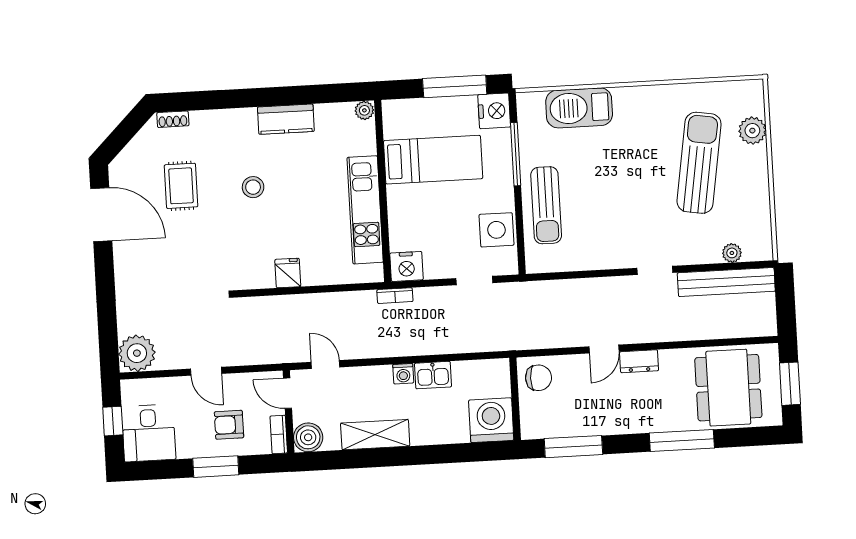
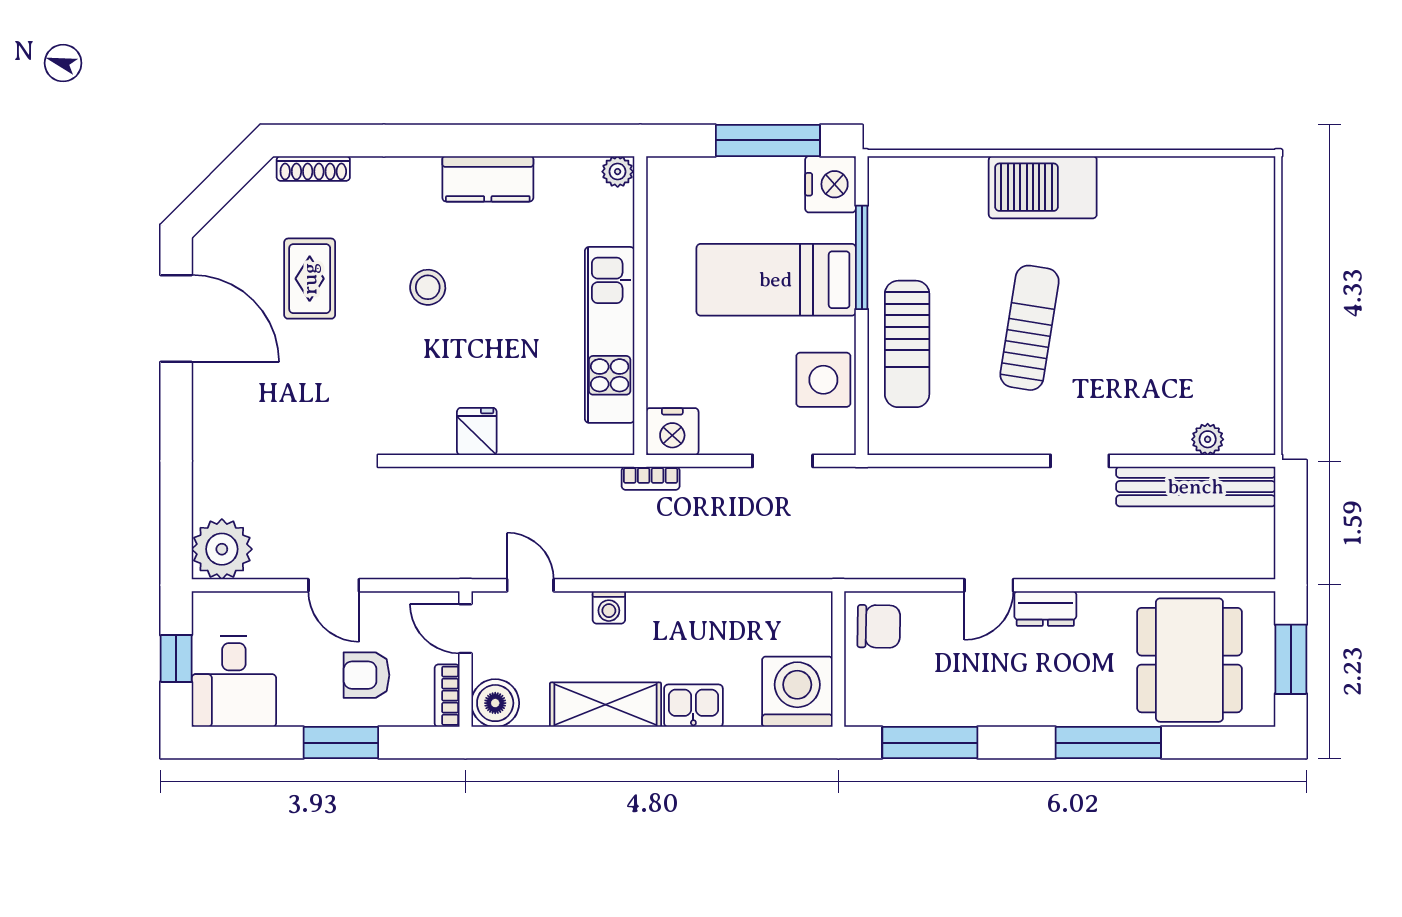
barbecue: (579, 108) -> (1043, 187), moved
shoe rack: (173, 119) -> (313, 168), width x1.43
plant: (752, 131) -> (1252, 240), removed
bed: (433, 160) -> (776, 280), moved, turned 180
sun lounger: (699, 163) -> (1029, 328), moved, width x0.73, depth x0.75
washing machine: (403, 374) -> (609, 607), moved
kitchen sink: (433, 375) -> (693, 706), moved, turned 180

